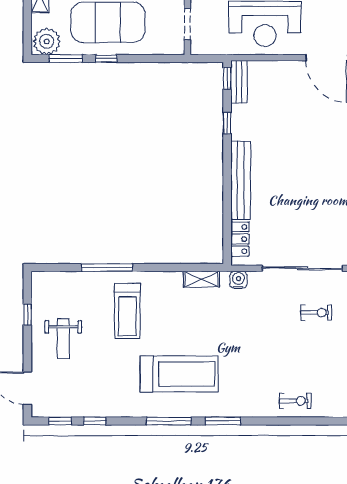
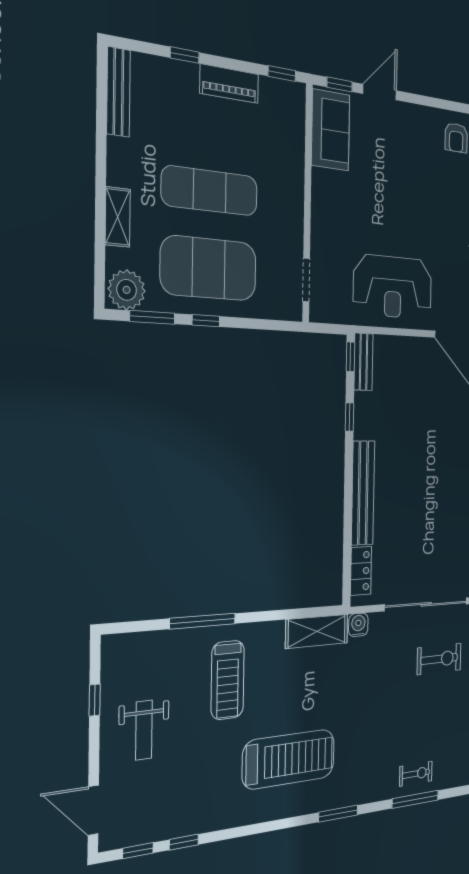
shelving: (201, 279) -> (317, 631), width x1.50, depth x1.33
exercise bike: (316, 313) -> (439, 659), width x1.38, depth x1.39
window: (169, 421) -> (415, 799), moved

